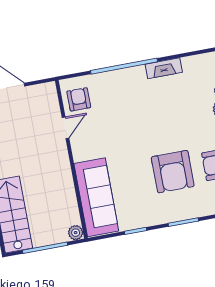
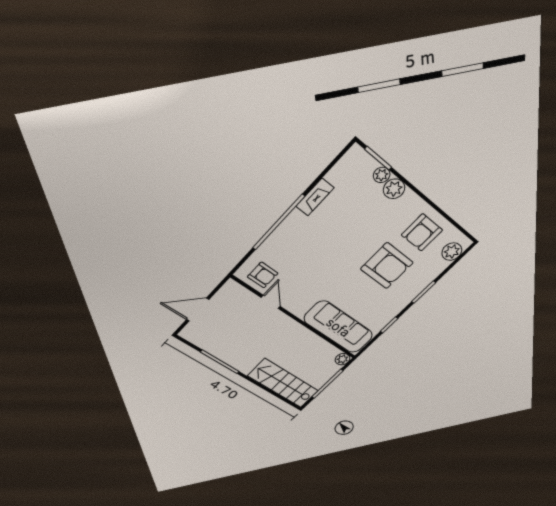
armchair: (79, 99) -> (263, 275), turned 180

